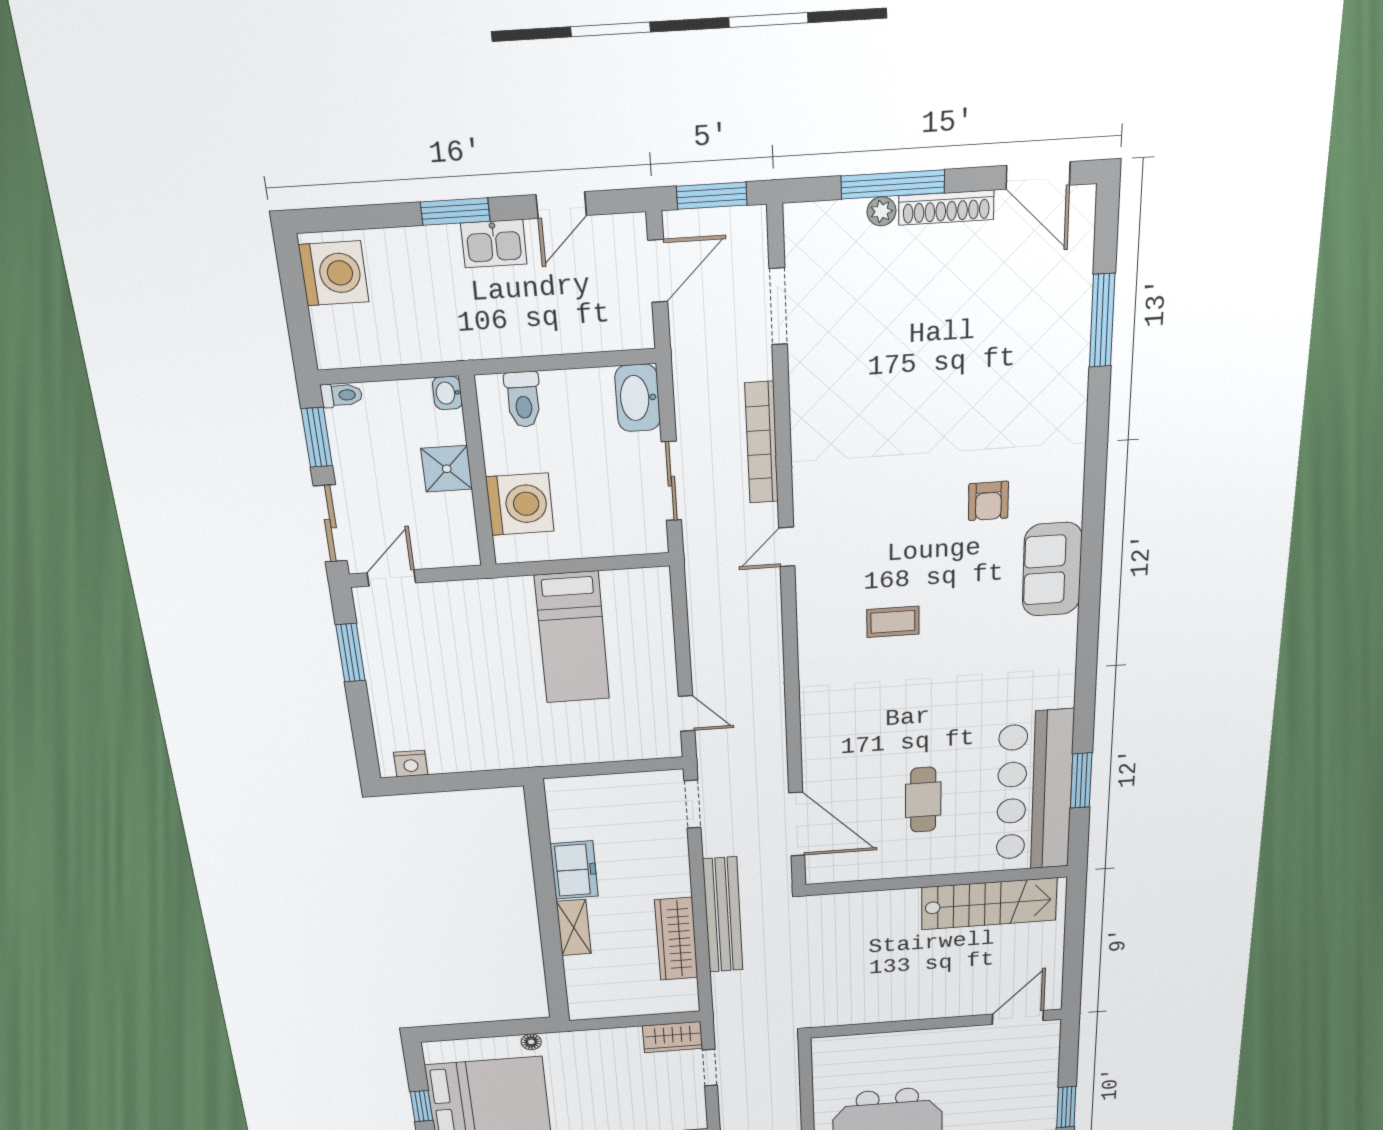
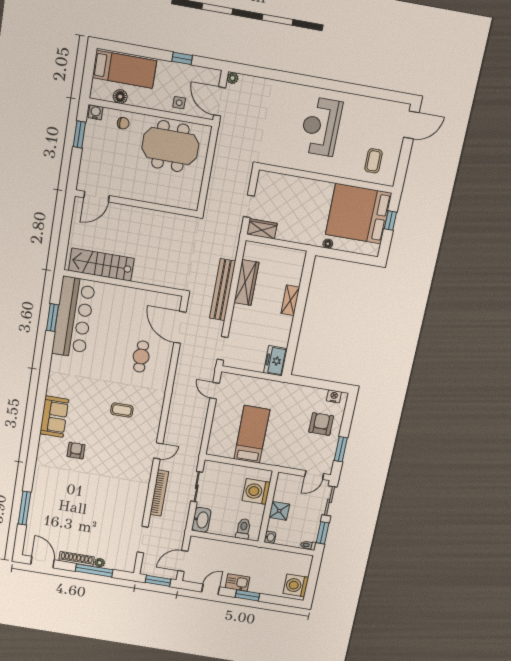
armchair: (418, 698) -> (321, 424), added
cafe table: (923, 800) -> (141, 357), moved
freezer: (574, 870) -> (275, 361), moved

